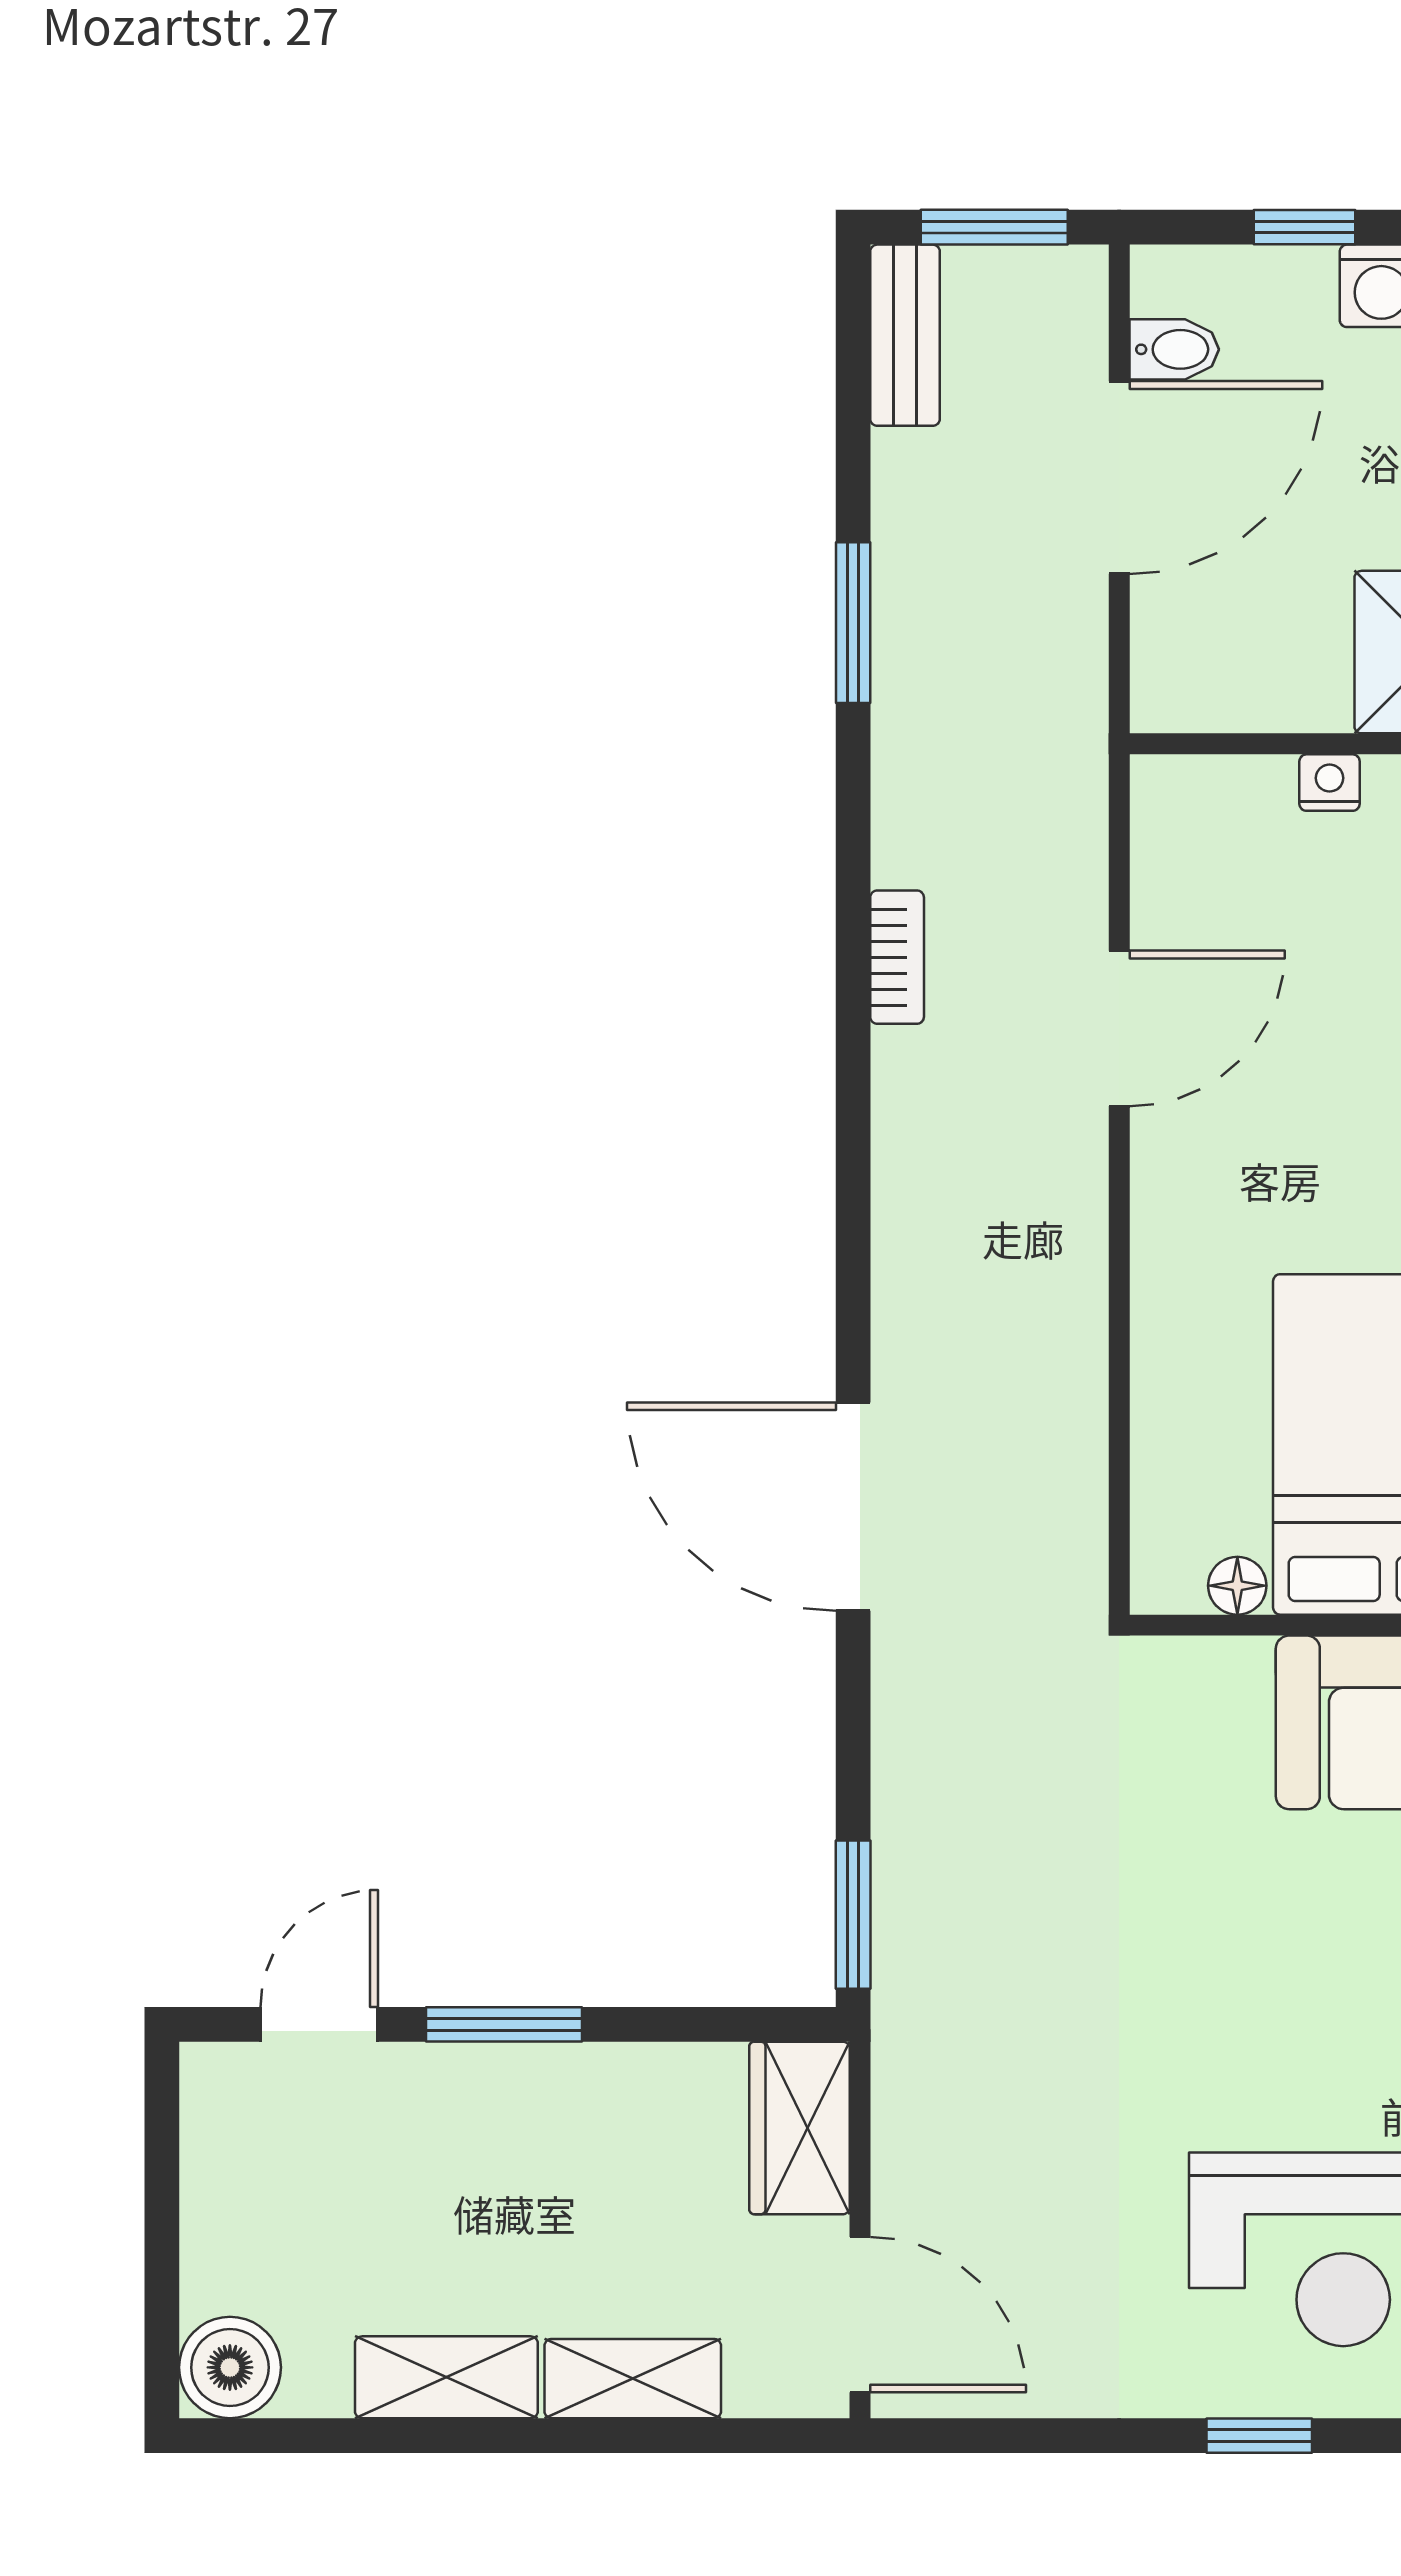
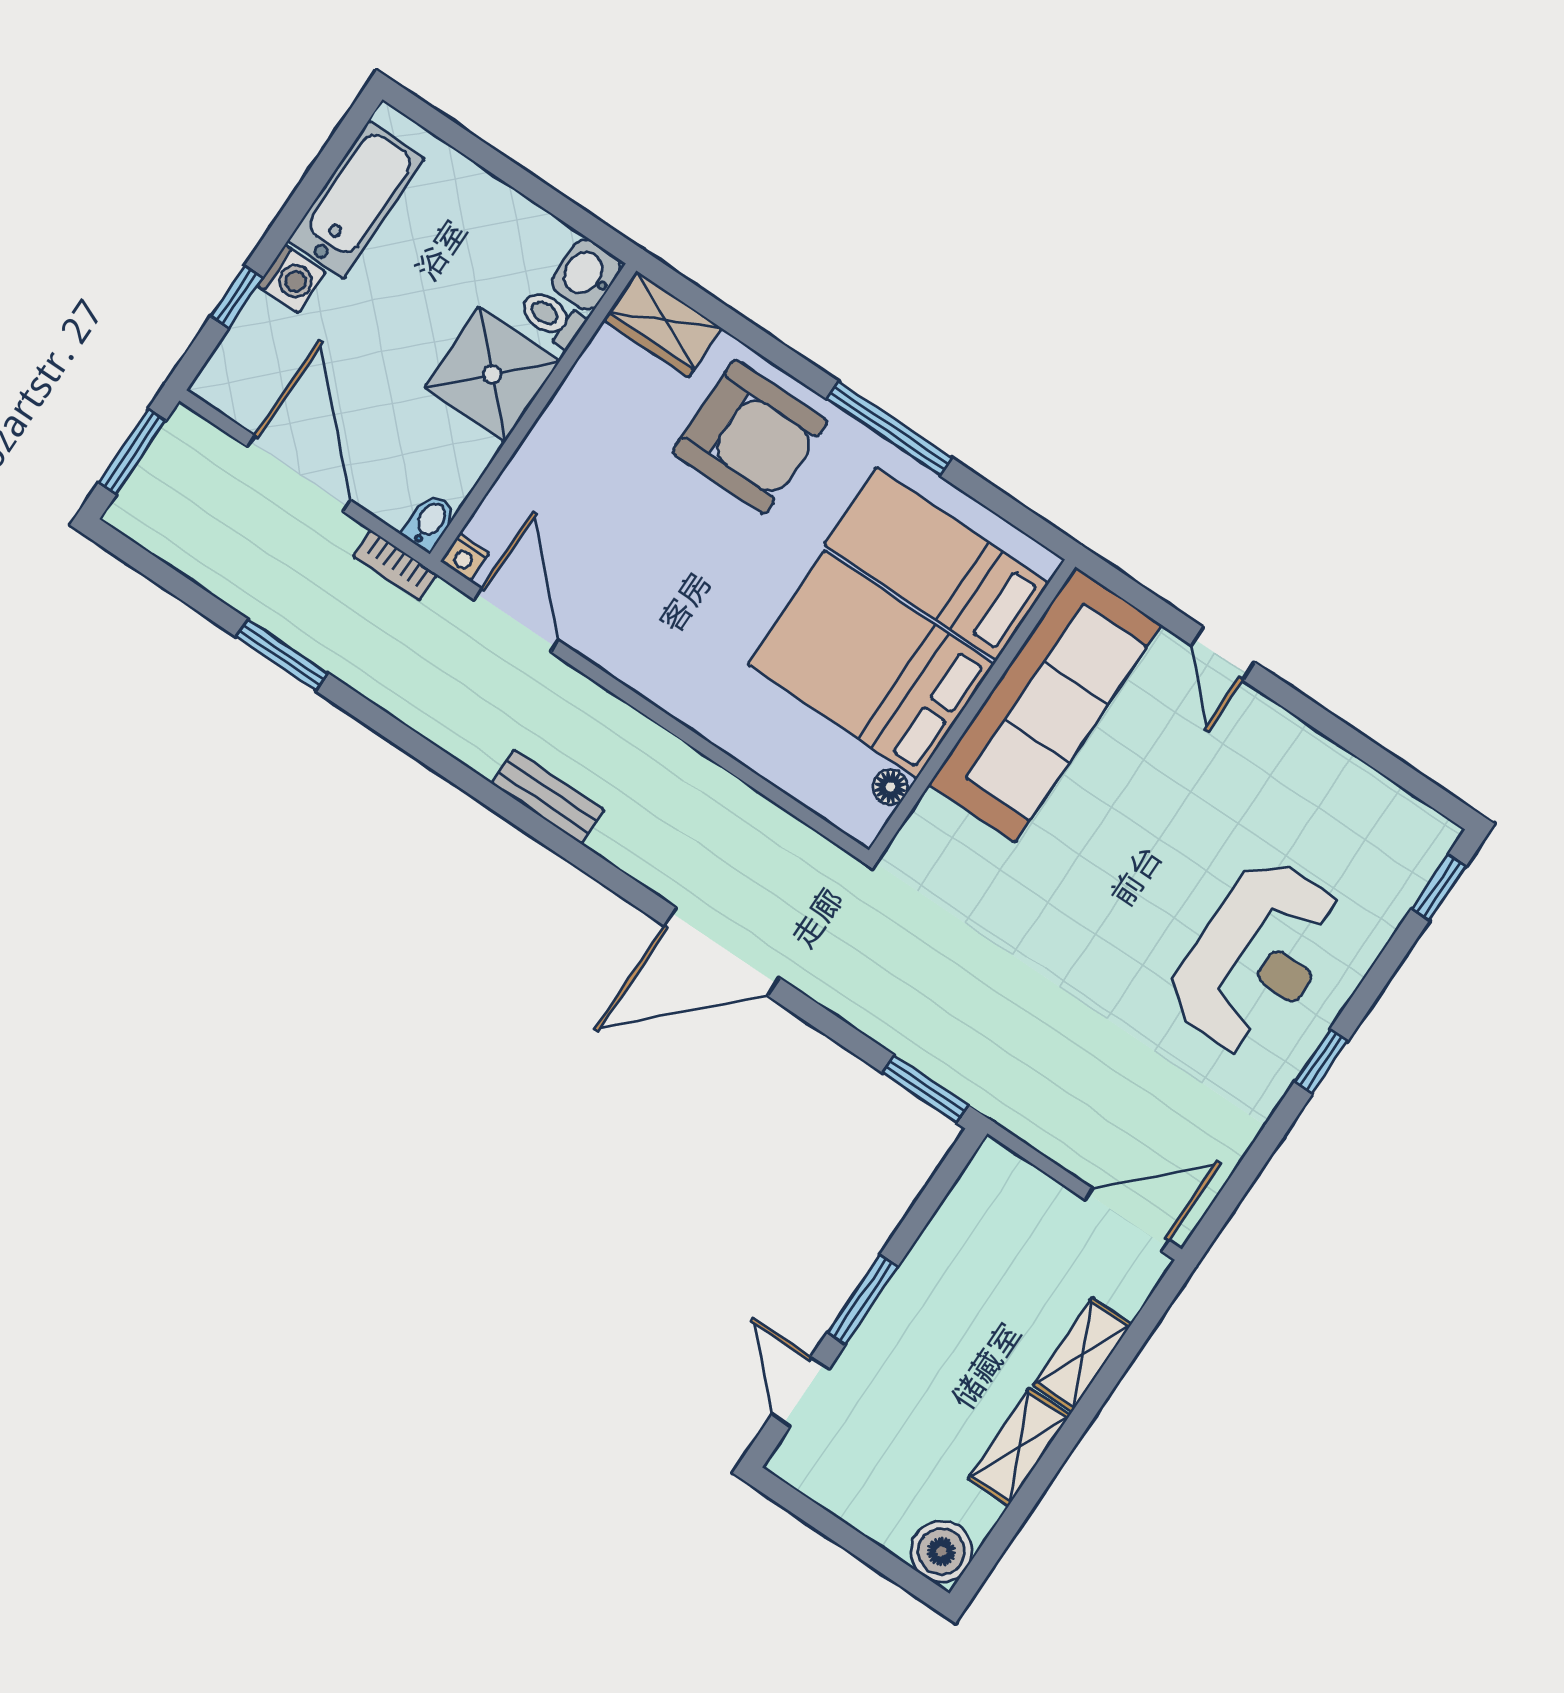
bench: (905, 335) -> (548, 797), moved
bidet: (1174, 349) -> (430, 522), moved
nightstand: (1330, 783) -> (465, 557), moved, turned -90
bookcase: (897, 957) -> (395, 565), moved, turned 180
door: (1119, 1028) -> (516, 620), moved
wardrobe: (800, 2128) -> (1014, 1187), removed

